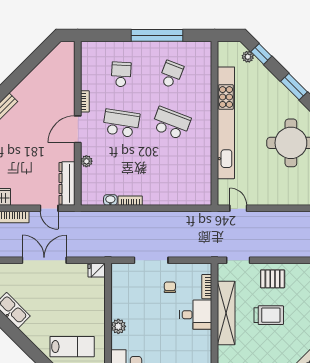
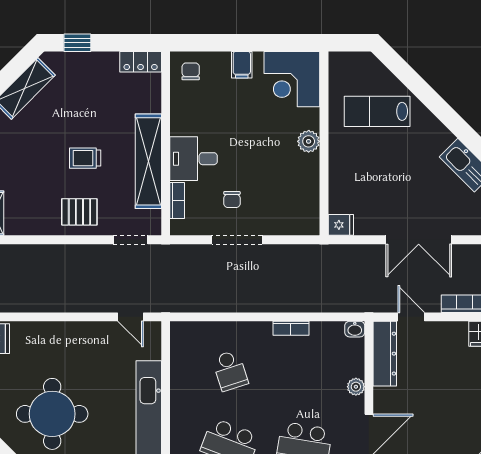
school desk: (171, 172) -> (230, 371), added
washbasin: (110, 200) -> (355, 329), moved
doorway: (151, 260) -> (237, 240), moved
trolley: (269, 315) -> (85, 158), width x0.73, depth x0.72

